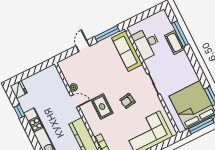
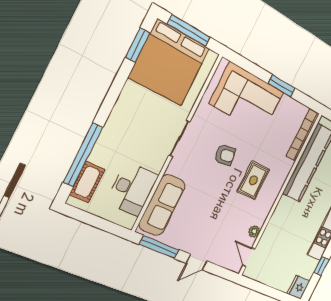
window: (180, 34) -> (83, 155), width x1.46
cot: (174, 42) -> (87, 182), moved
door: (75, 101) -> (249, 257), moved

